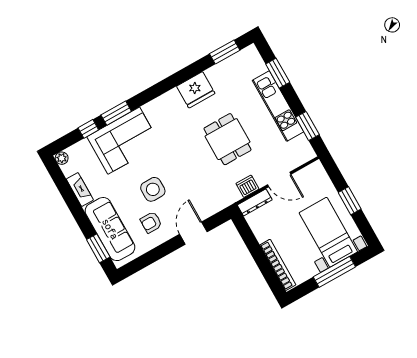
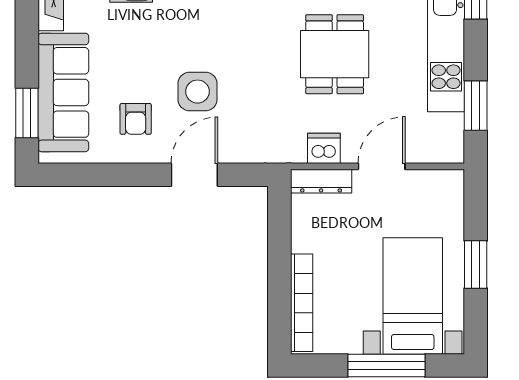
door: (279, 179) -> (382, 166), swing flipped
side table: (153, 189) -> (197, 92), moved
armchair: (151, 222) -> (136, 119), turned -90

